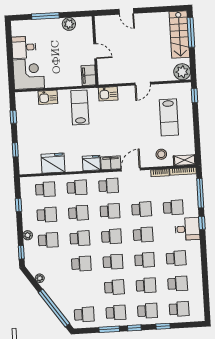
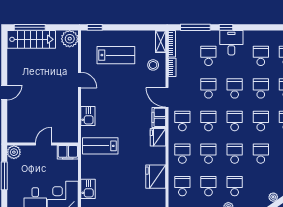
wall: (95, 50) -> (43, 144), moved
door: (95, 51) -> (43, 144), moved
filing cabinet: (89, 75) -> (68, 152), moved
kitchen sink: (48, 97) -> (88, 189), moved

